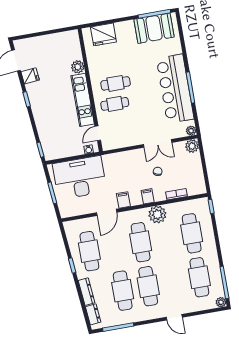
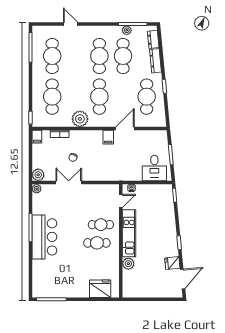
booth: (154, 28) -> (54, 286), removed
bar counter: (175, 89) -> (44, 237), width x0.73
desk: (80, 178) -> (154, 168), width x0.53, depth x0.77
filing cabinet: (148, 196) -> (37, 137), moved
plant: (221, 302) -> (127, 30), moved
door: (174, 317) -> (71, 24), moved

